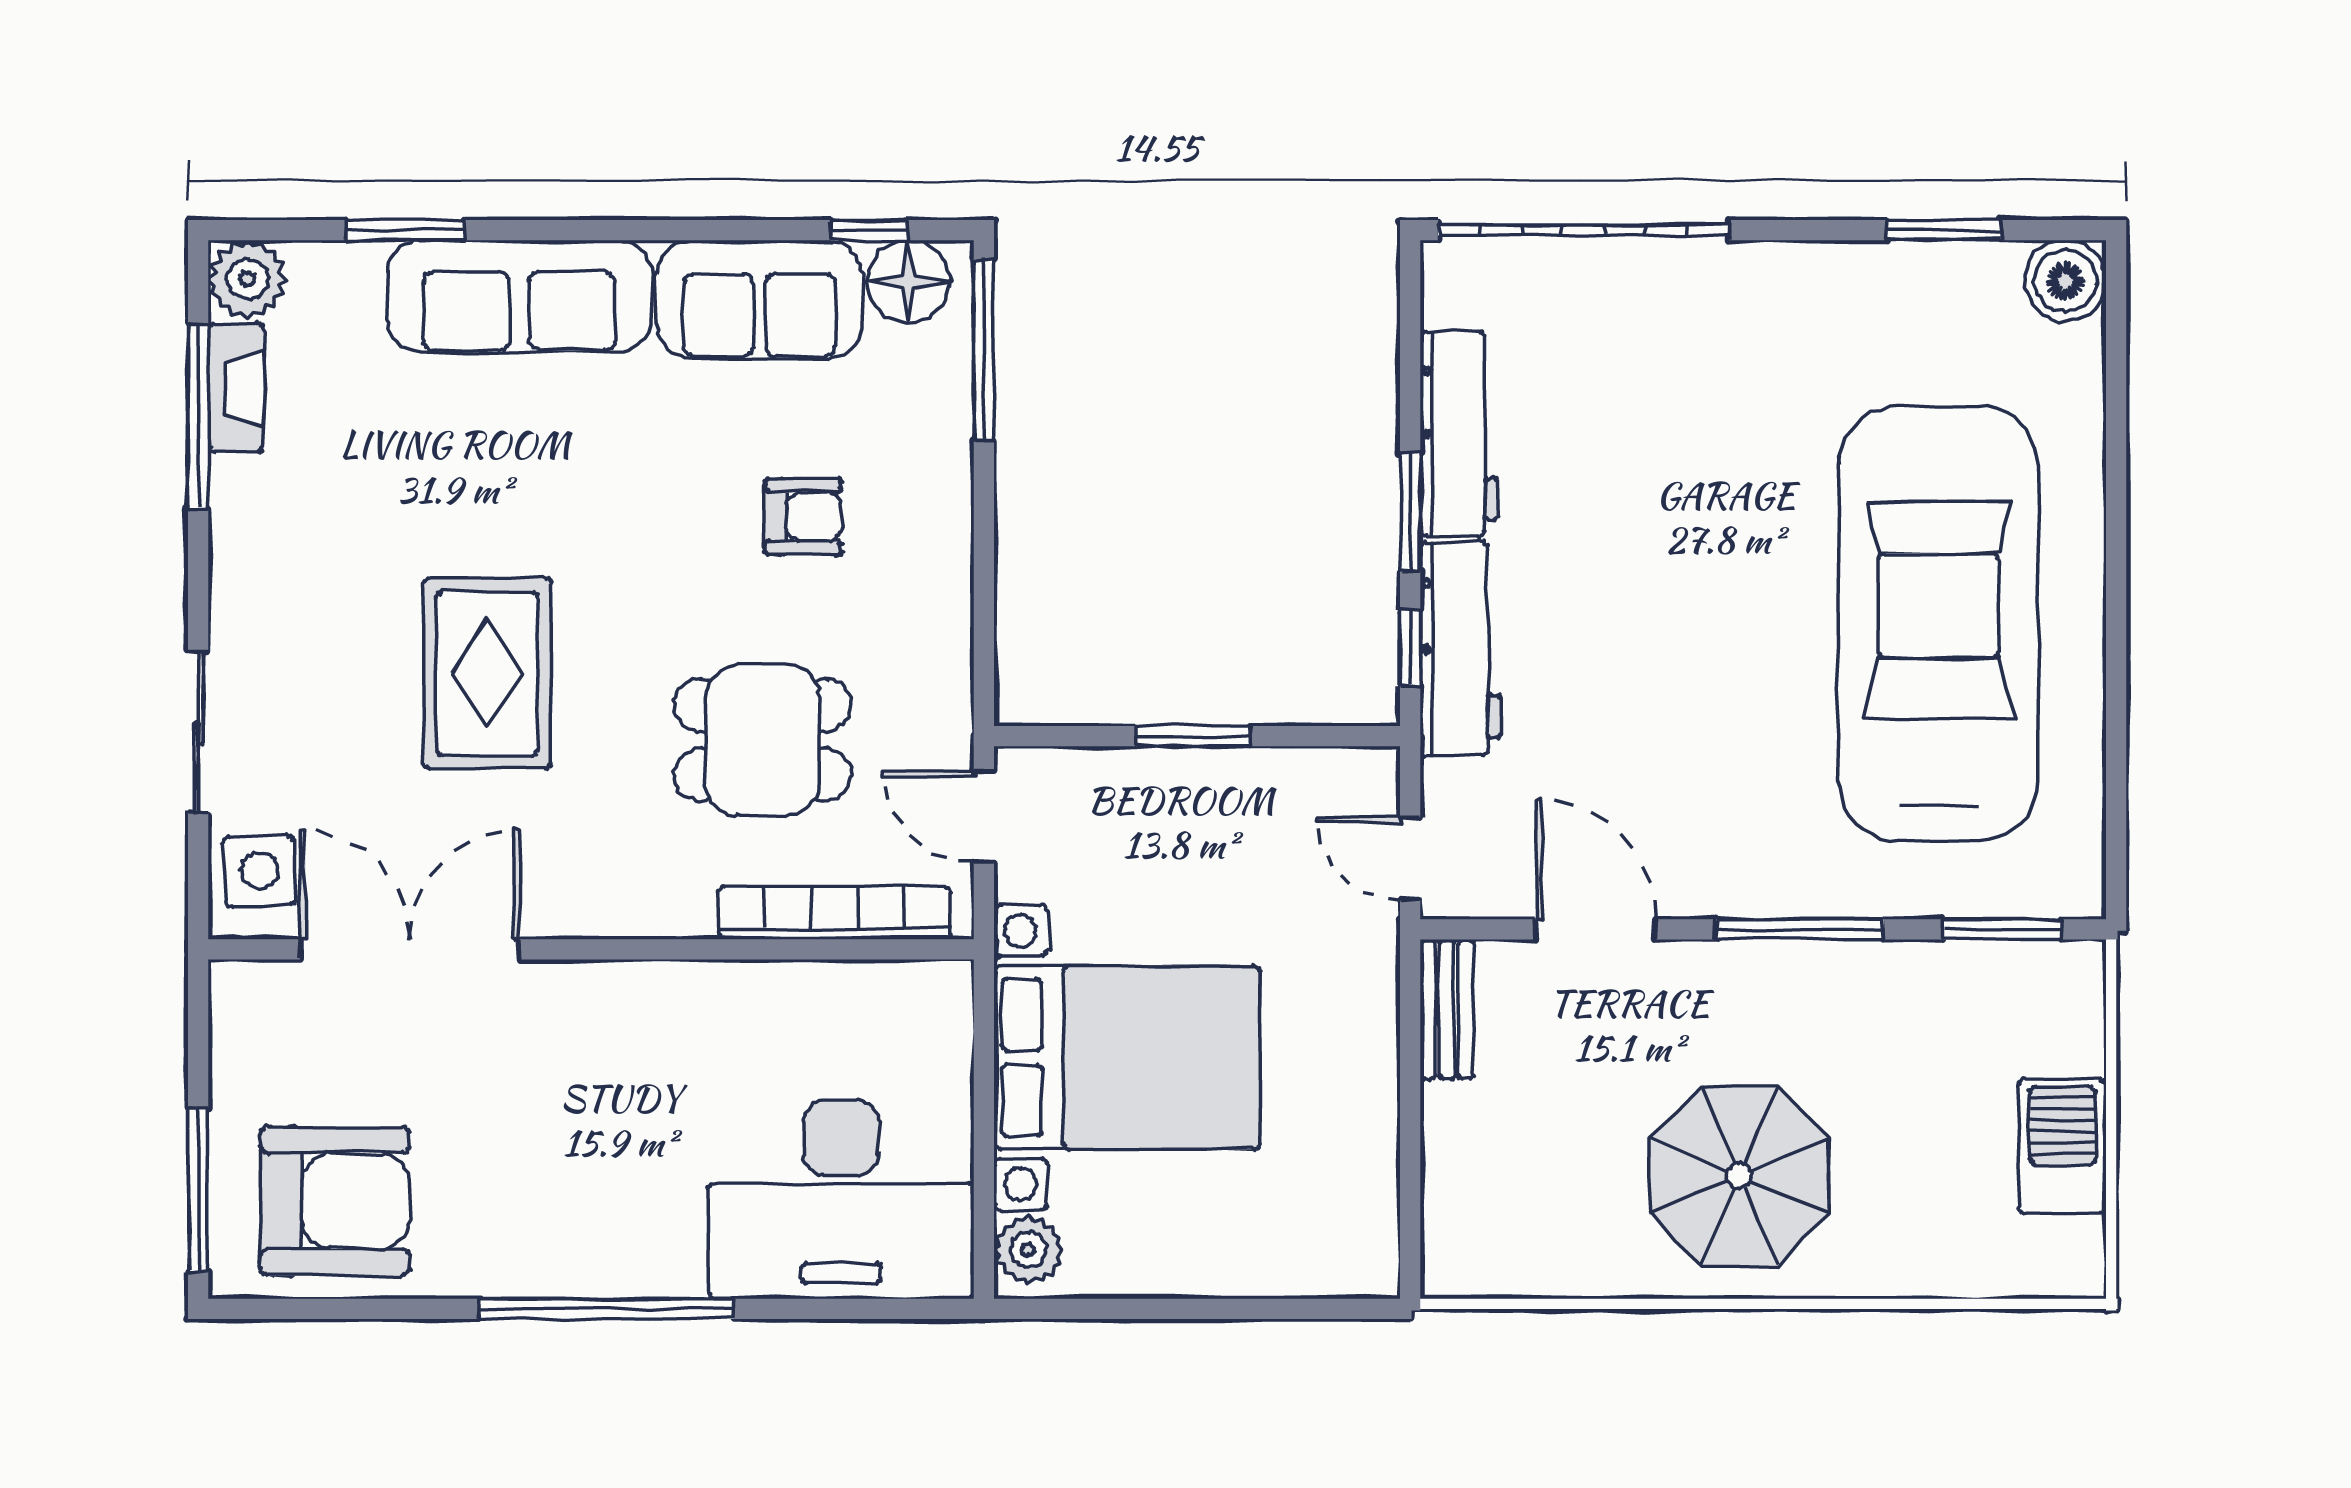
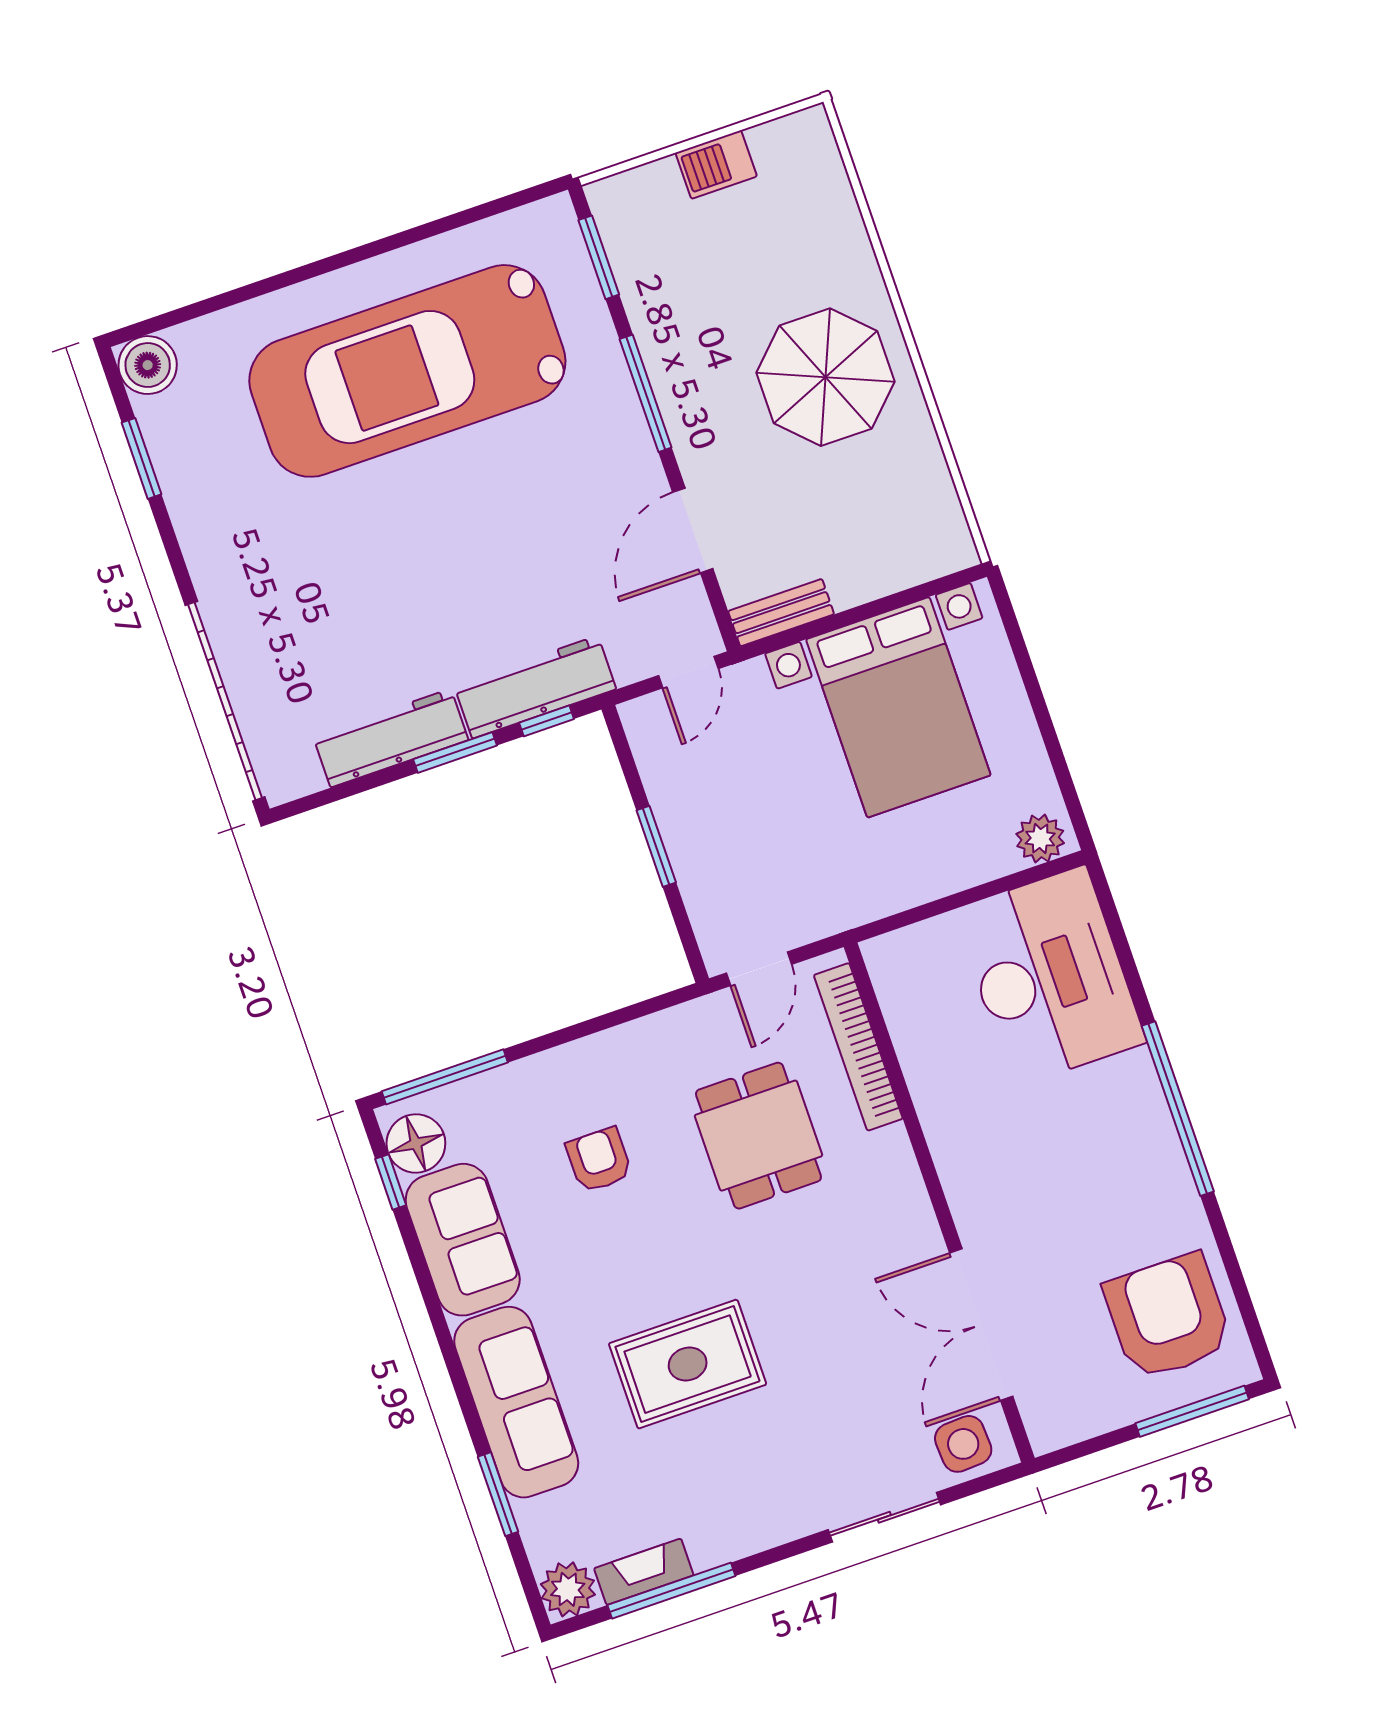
rug: (487, 673) -> (688, 1364), moved
bed with nightstands: (1127, 1057) -> (898, 707), moved, turned 180
barbecue: (2062, 1146) -> (716, 165), width x0.73, depth x0.79

